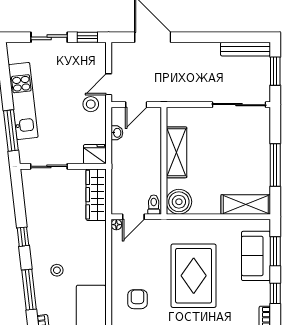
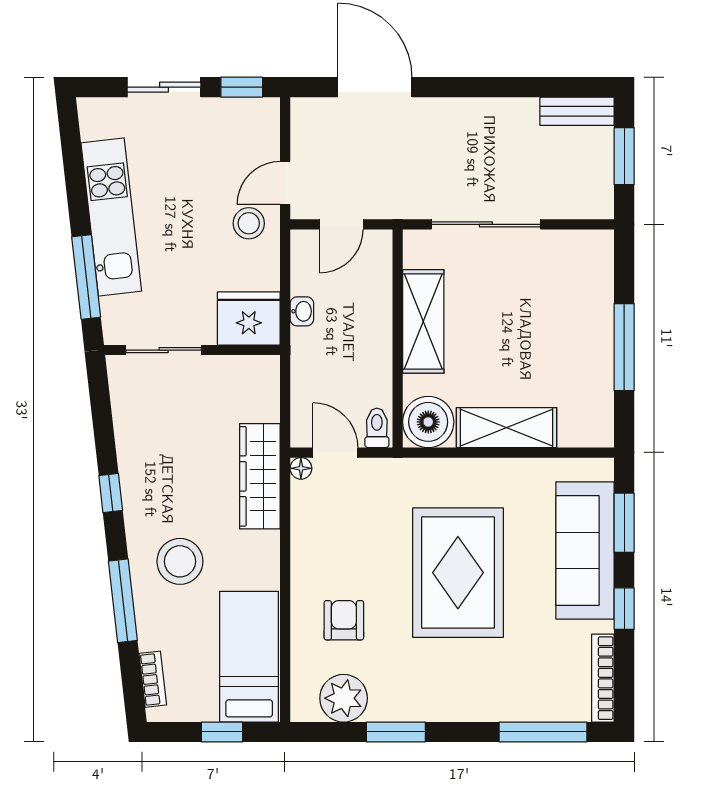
bench: (245, 49) -> (577, 111), width x0.73
sliding door: (239, 105) -> (486, 224), moved
washbasin: (117, 133) -> (302, 311), moved
fridge: (95, 154) -> (249, 319), width x1.36, depth x1.34
wardrobe: (96, 195) -> (260, 476), moved
shelving: (246, 204) -> (507, 428), moved
door: (133, 217) -> (335, 453), swing flipped
sofa: (256, 256) -> (585, 550), width x1.36
stool: (57, 270) -> (180, 561), width x1.89, depth x1.89

